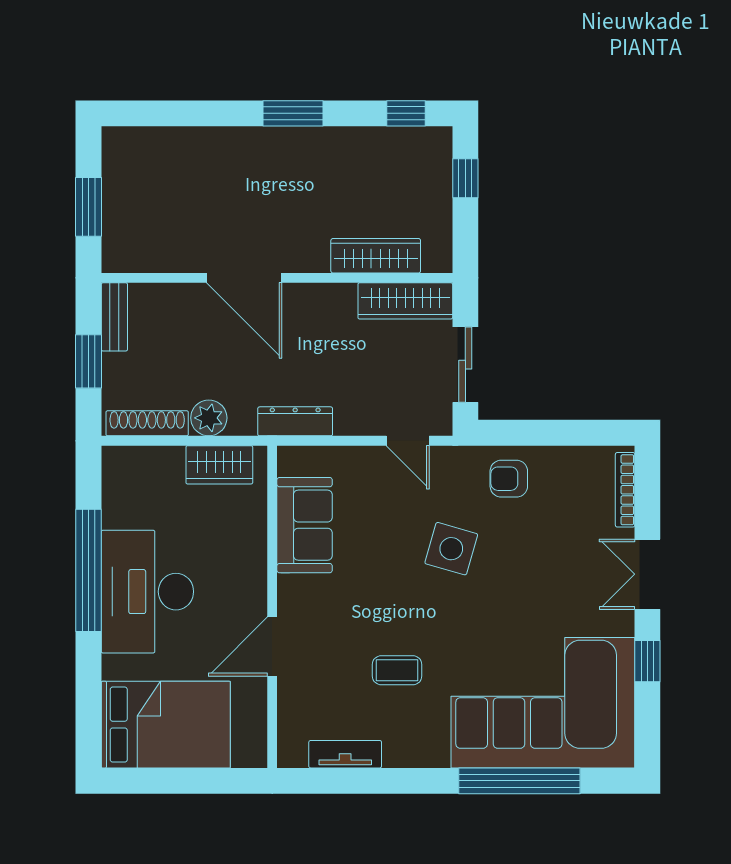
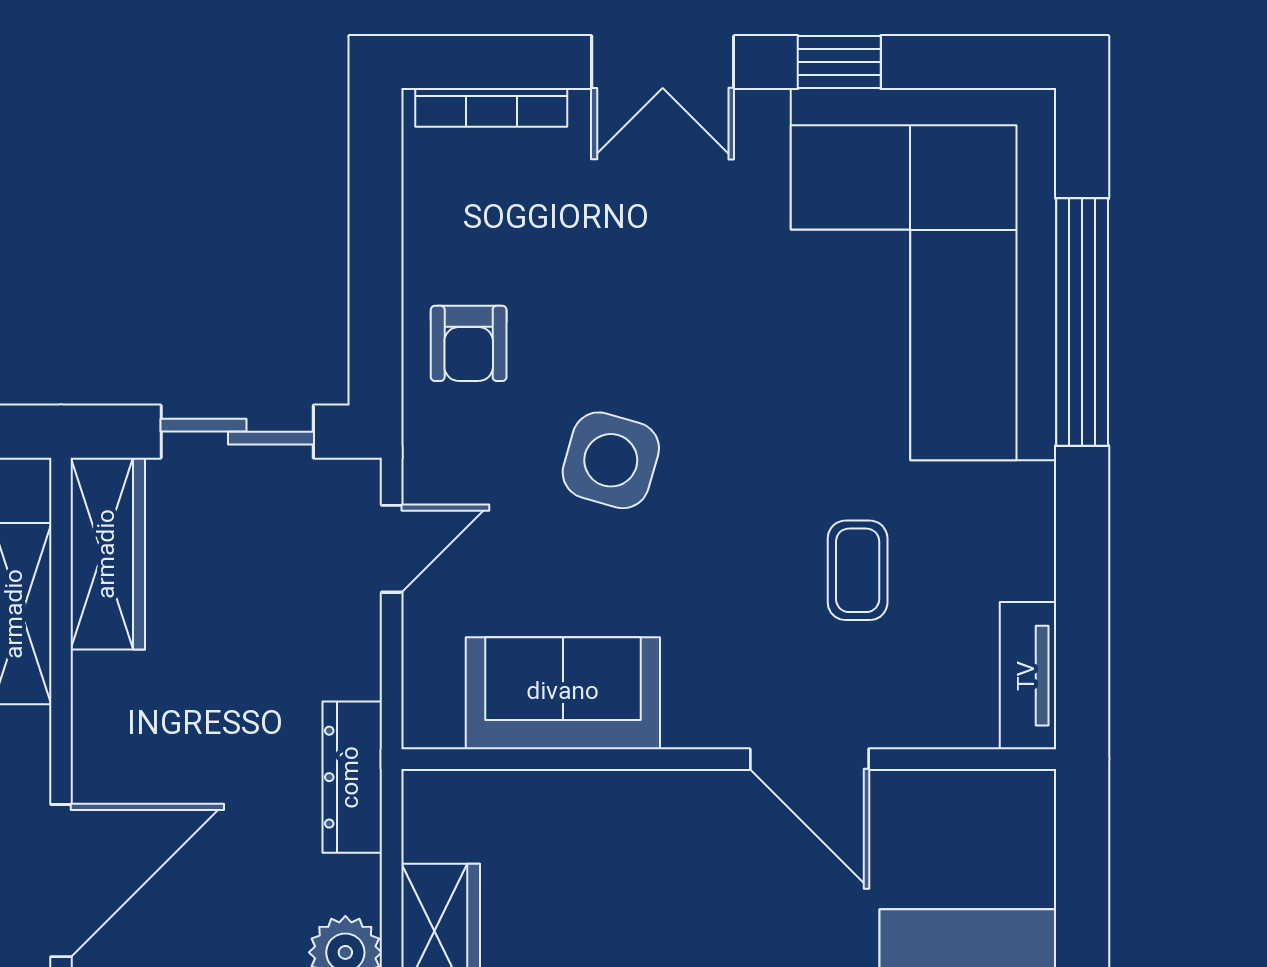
sofa: (305, 525) -> (563, 693), moved
wall: (272, 607) -> (729, 759), moved
door: (272, 647) -> (809, 759), moved

